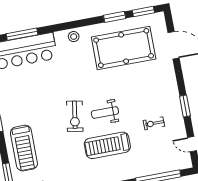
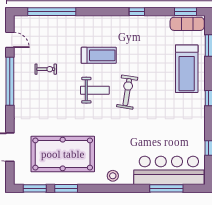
window: (185, 106) -> (10, 81), width x2.11
treadmill: (107, 145) -> (99, 55), width x0.73, depth x0.73
treadmill: (24, 148) -> (187, 69), turned 180

